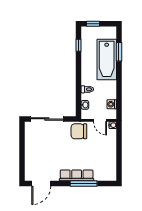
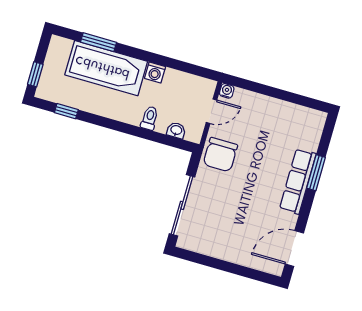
washing machine: (112, 104) -> (155, 72), moved
door: (41, 183) -> (294, 248), swing flipped
window: (84, 183) -> (316, 173), width x0.69

